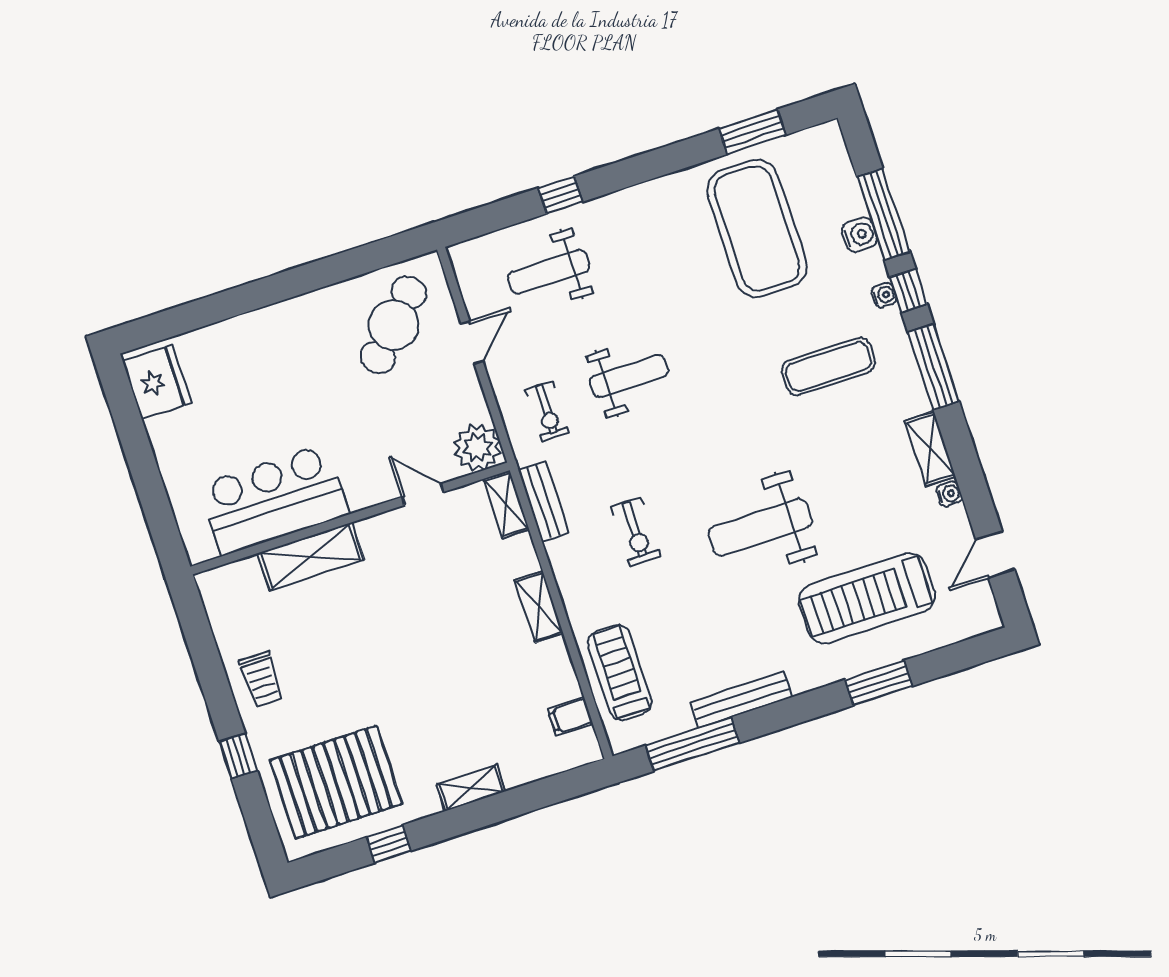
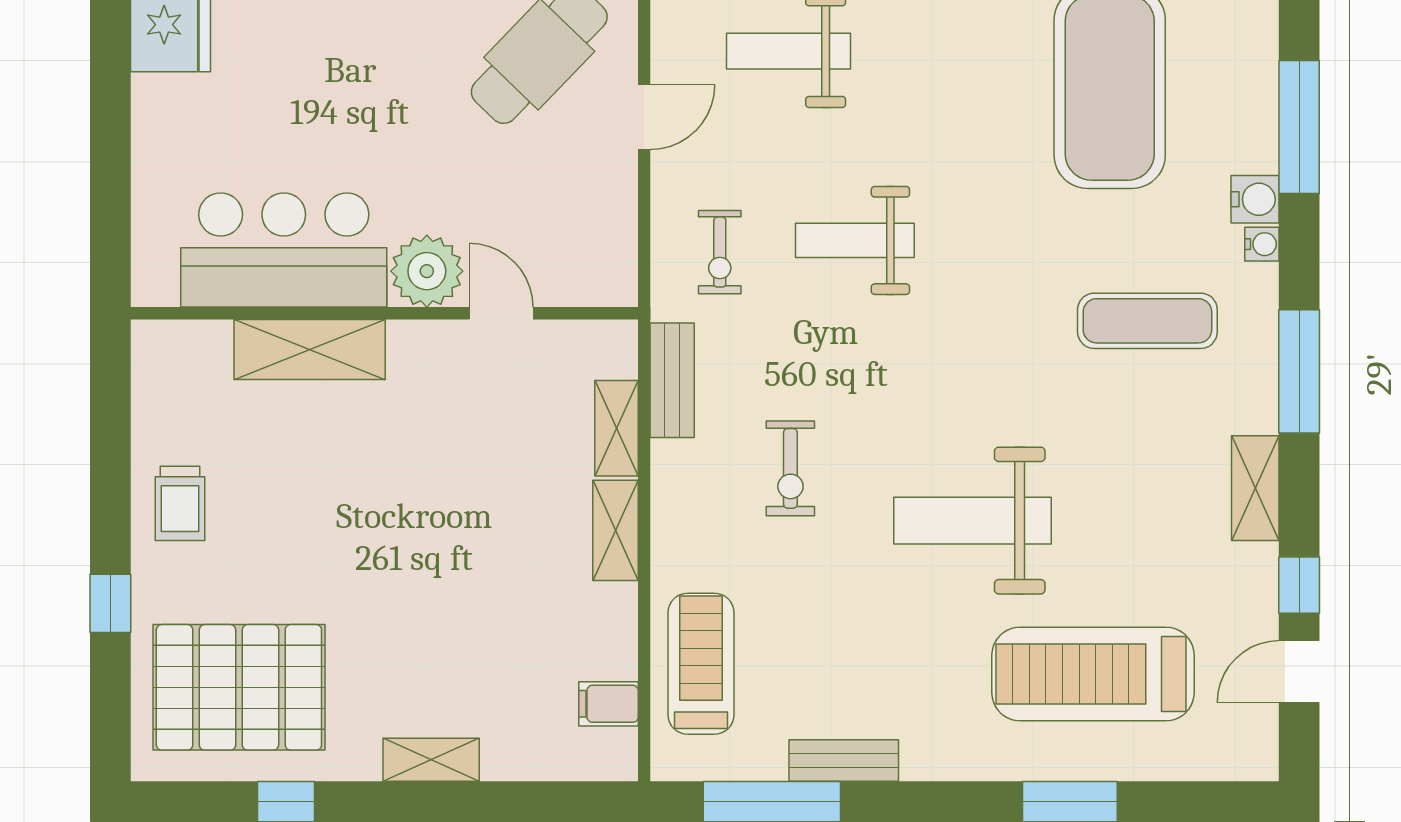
water cooler: (860, 235) -> (1255, 199), moved
window: (909, 291) -> (1299, 585), moved
weight bench: (629, 376) -> (855, 240), turned 180
plant: (477, 447) -> (427, 271), moved
water cooler: (949, 494) -> (1261, 562), removed
shelving: (506, 504) -> (617, 428), moved
bench: (741, 700) -> (844, 761), width x0.73

